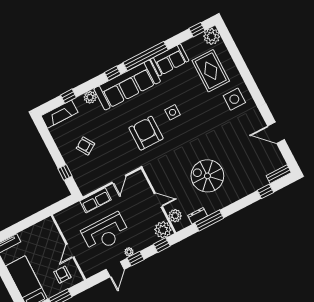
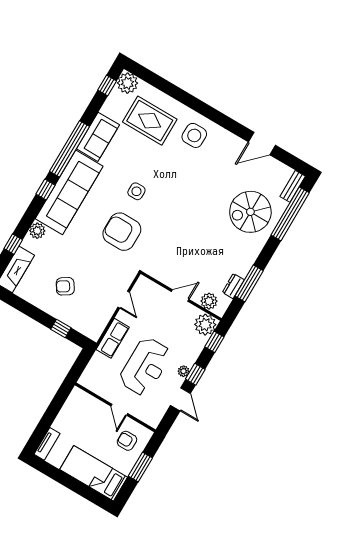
spiral stairs: (207, 176) -> (250, 212), moved
window: (265, 191) -> (290, 214), width x3.17

